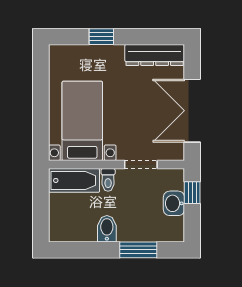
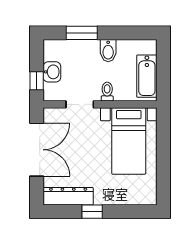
window: (101, 37) -> (92, 212), moved
bathtub: (74, 180) -> (147, 76), moved, turned -90

